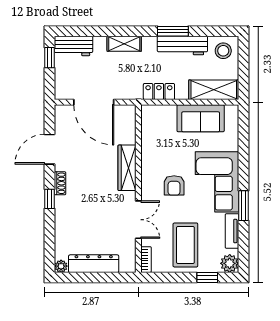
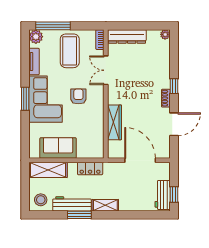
shelving: (124, 44) -> (105, 205), moved
workbench: (73, 46) -> (163, 195), moved, turned -90
wardrobe: (127, 168) -> (114, 122), moved
window: (244, 206) -> (25, 99), moved
dresser: (94, 264) -> (127, 36), moved
window: (207, 277) -> (53, 26), width x2.17

